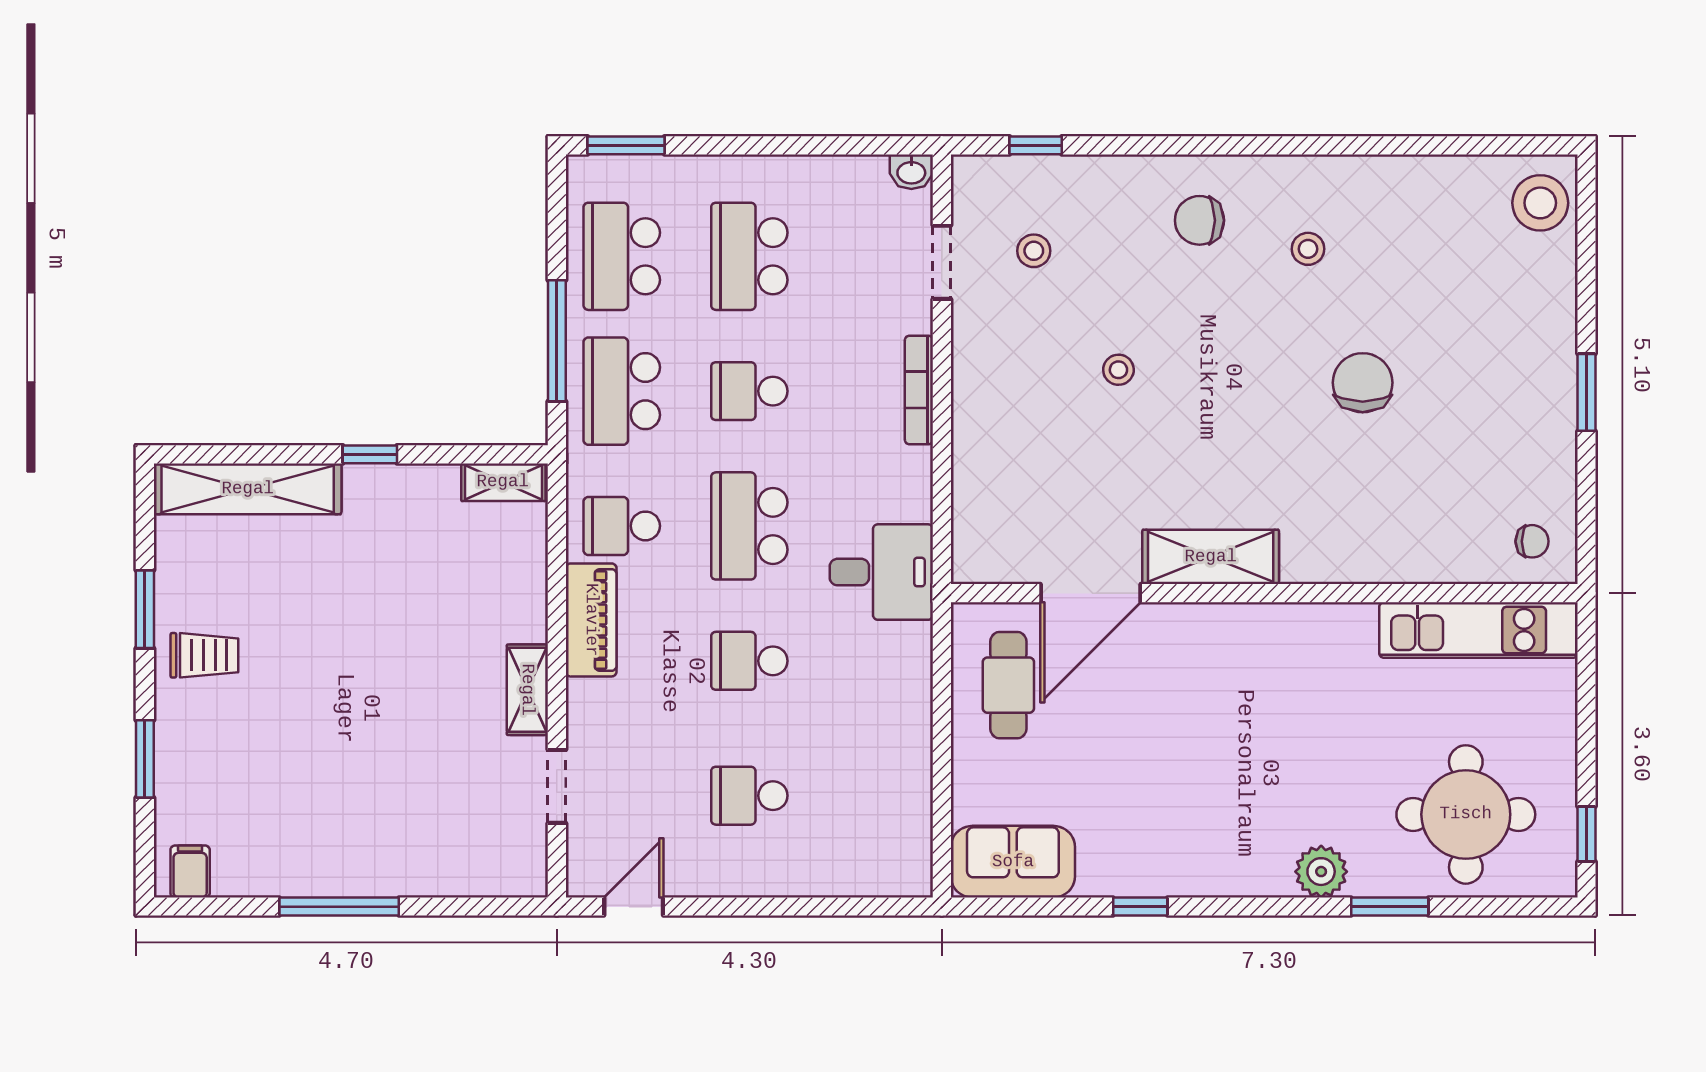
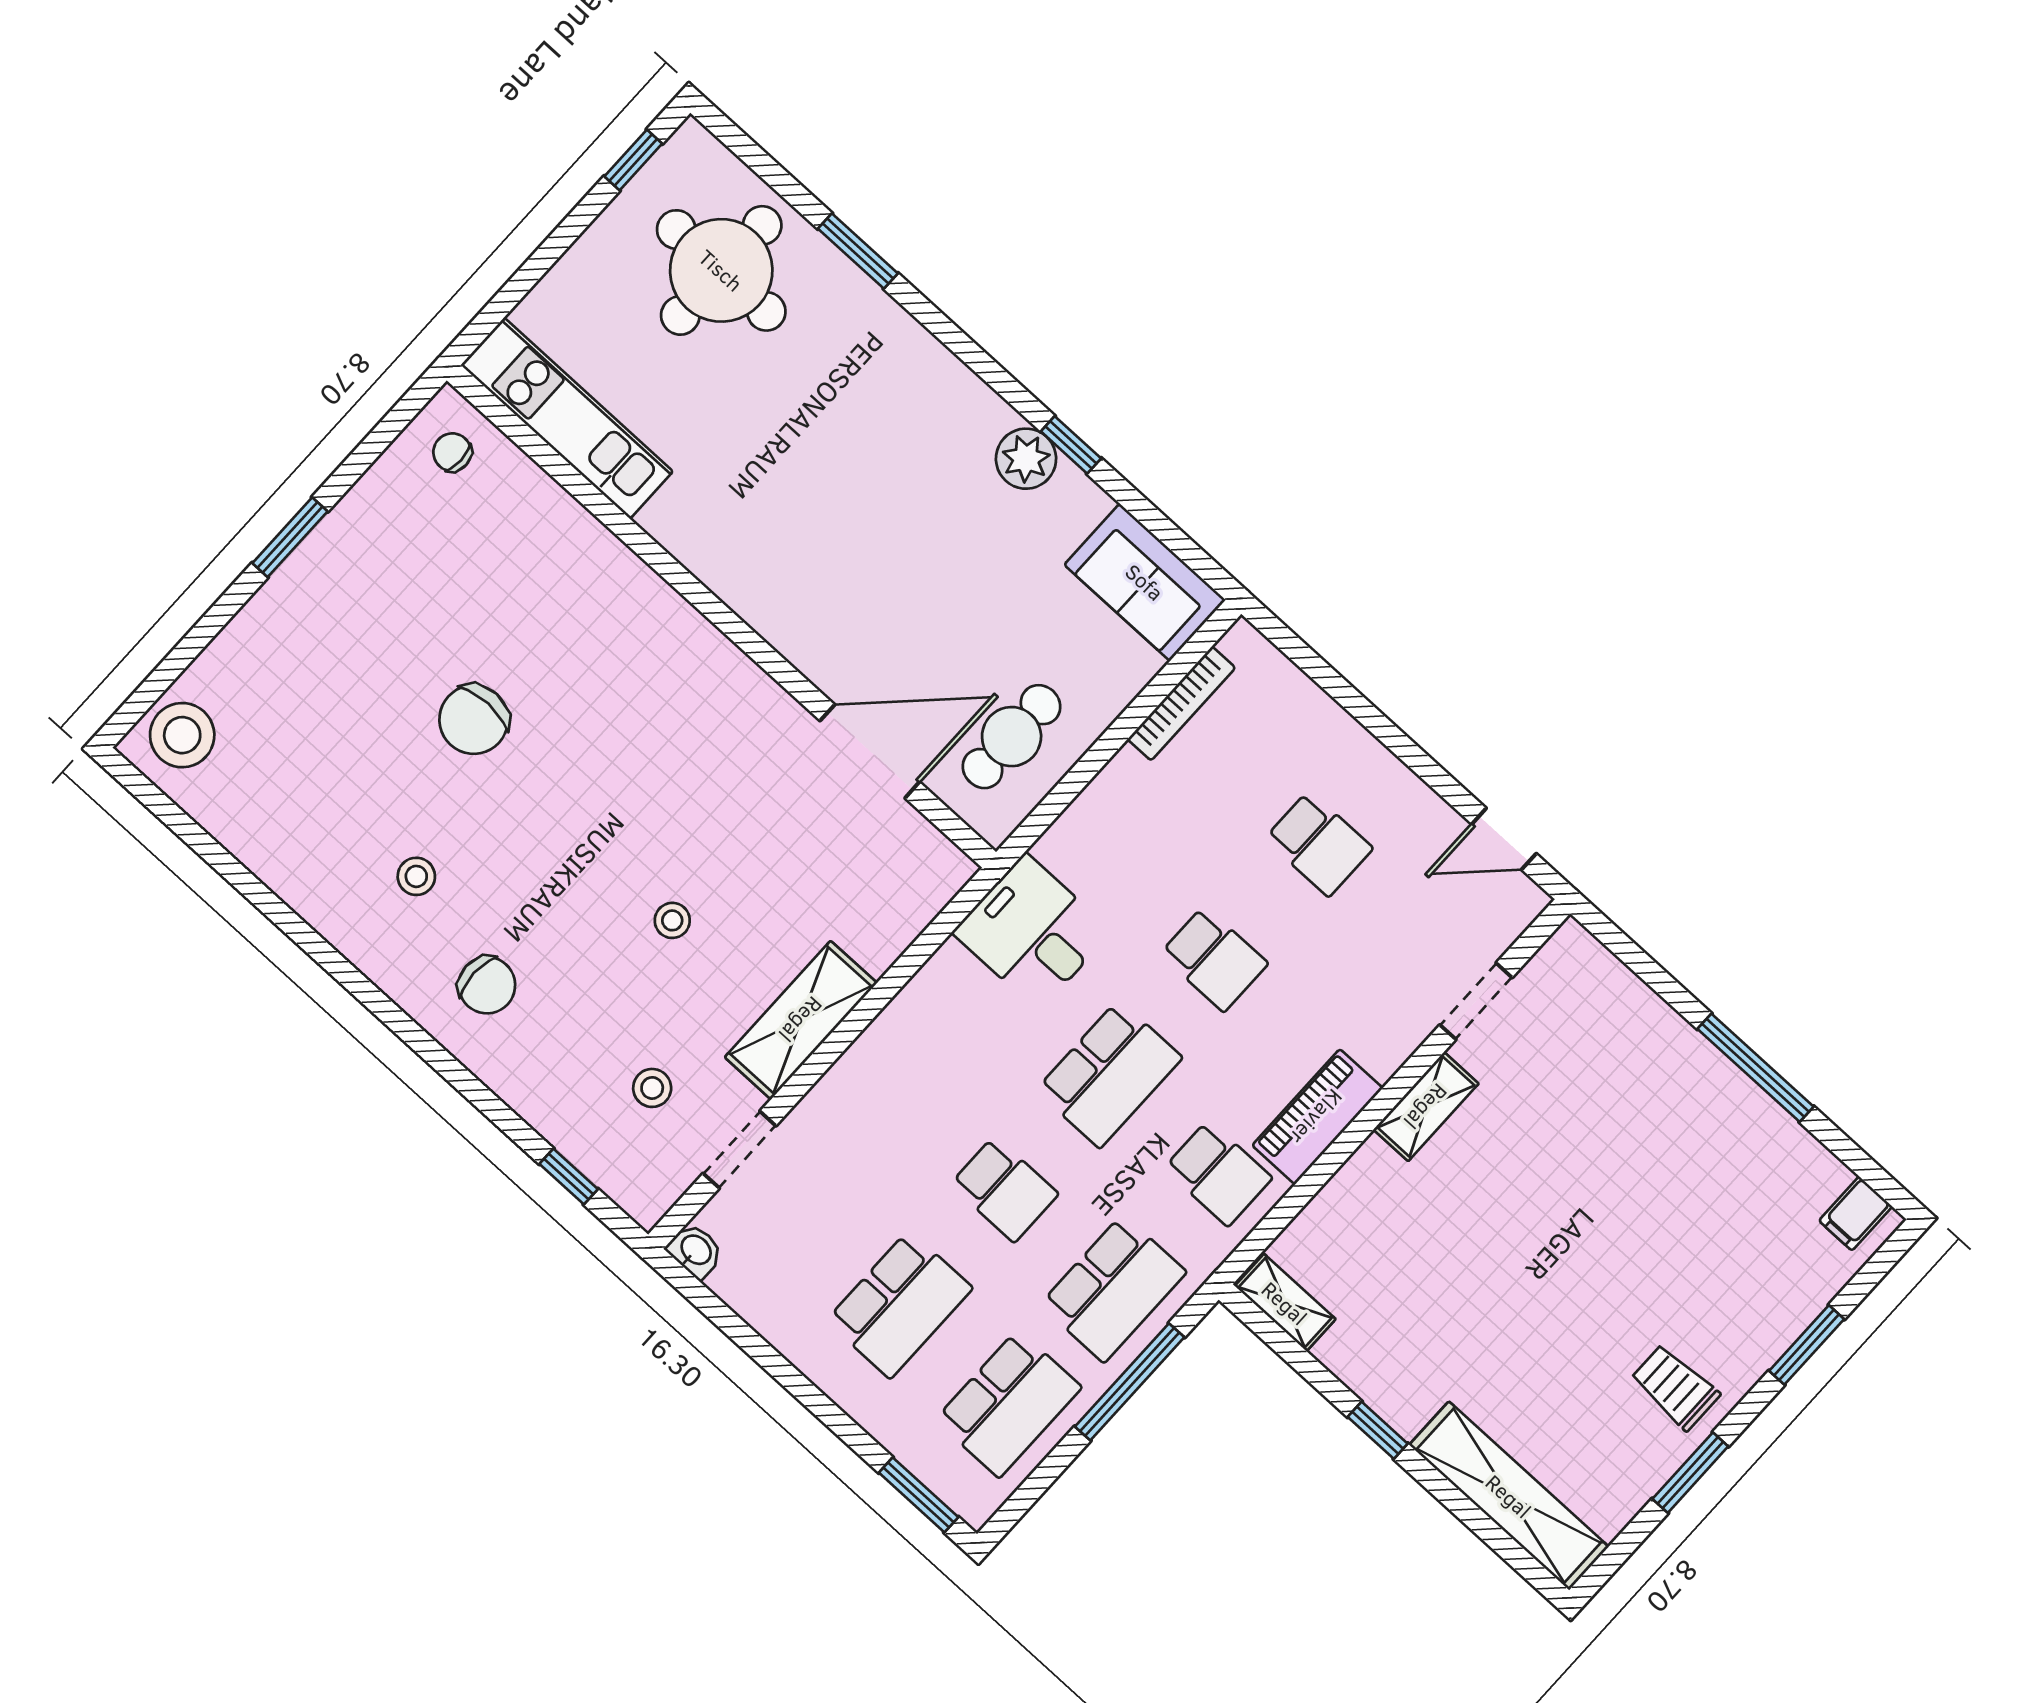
bookcase: (919, 390) -> (1181, 703), moved
shelving: (1211, 557) -> (801, 1020), moved, turned 90
plant: (1321, 872) -> (1026, 459), moved

